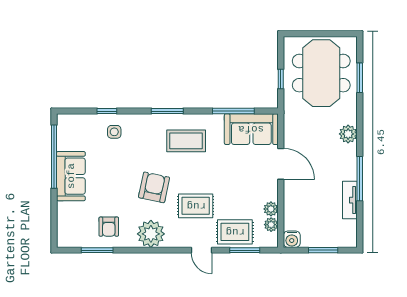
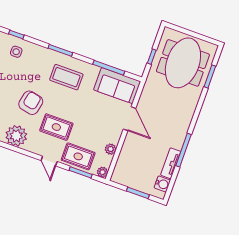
plant: (348, 134) -> (187, 115), removed
plant: (271, 225) -> (102, 172), moved
water cooler: (292, 239) -> (162, 184), moved, turned -90

